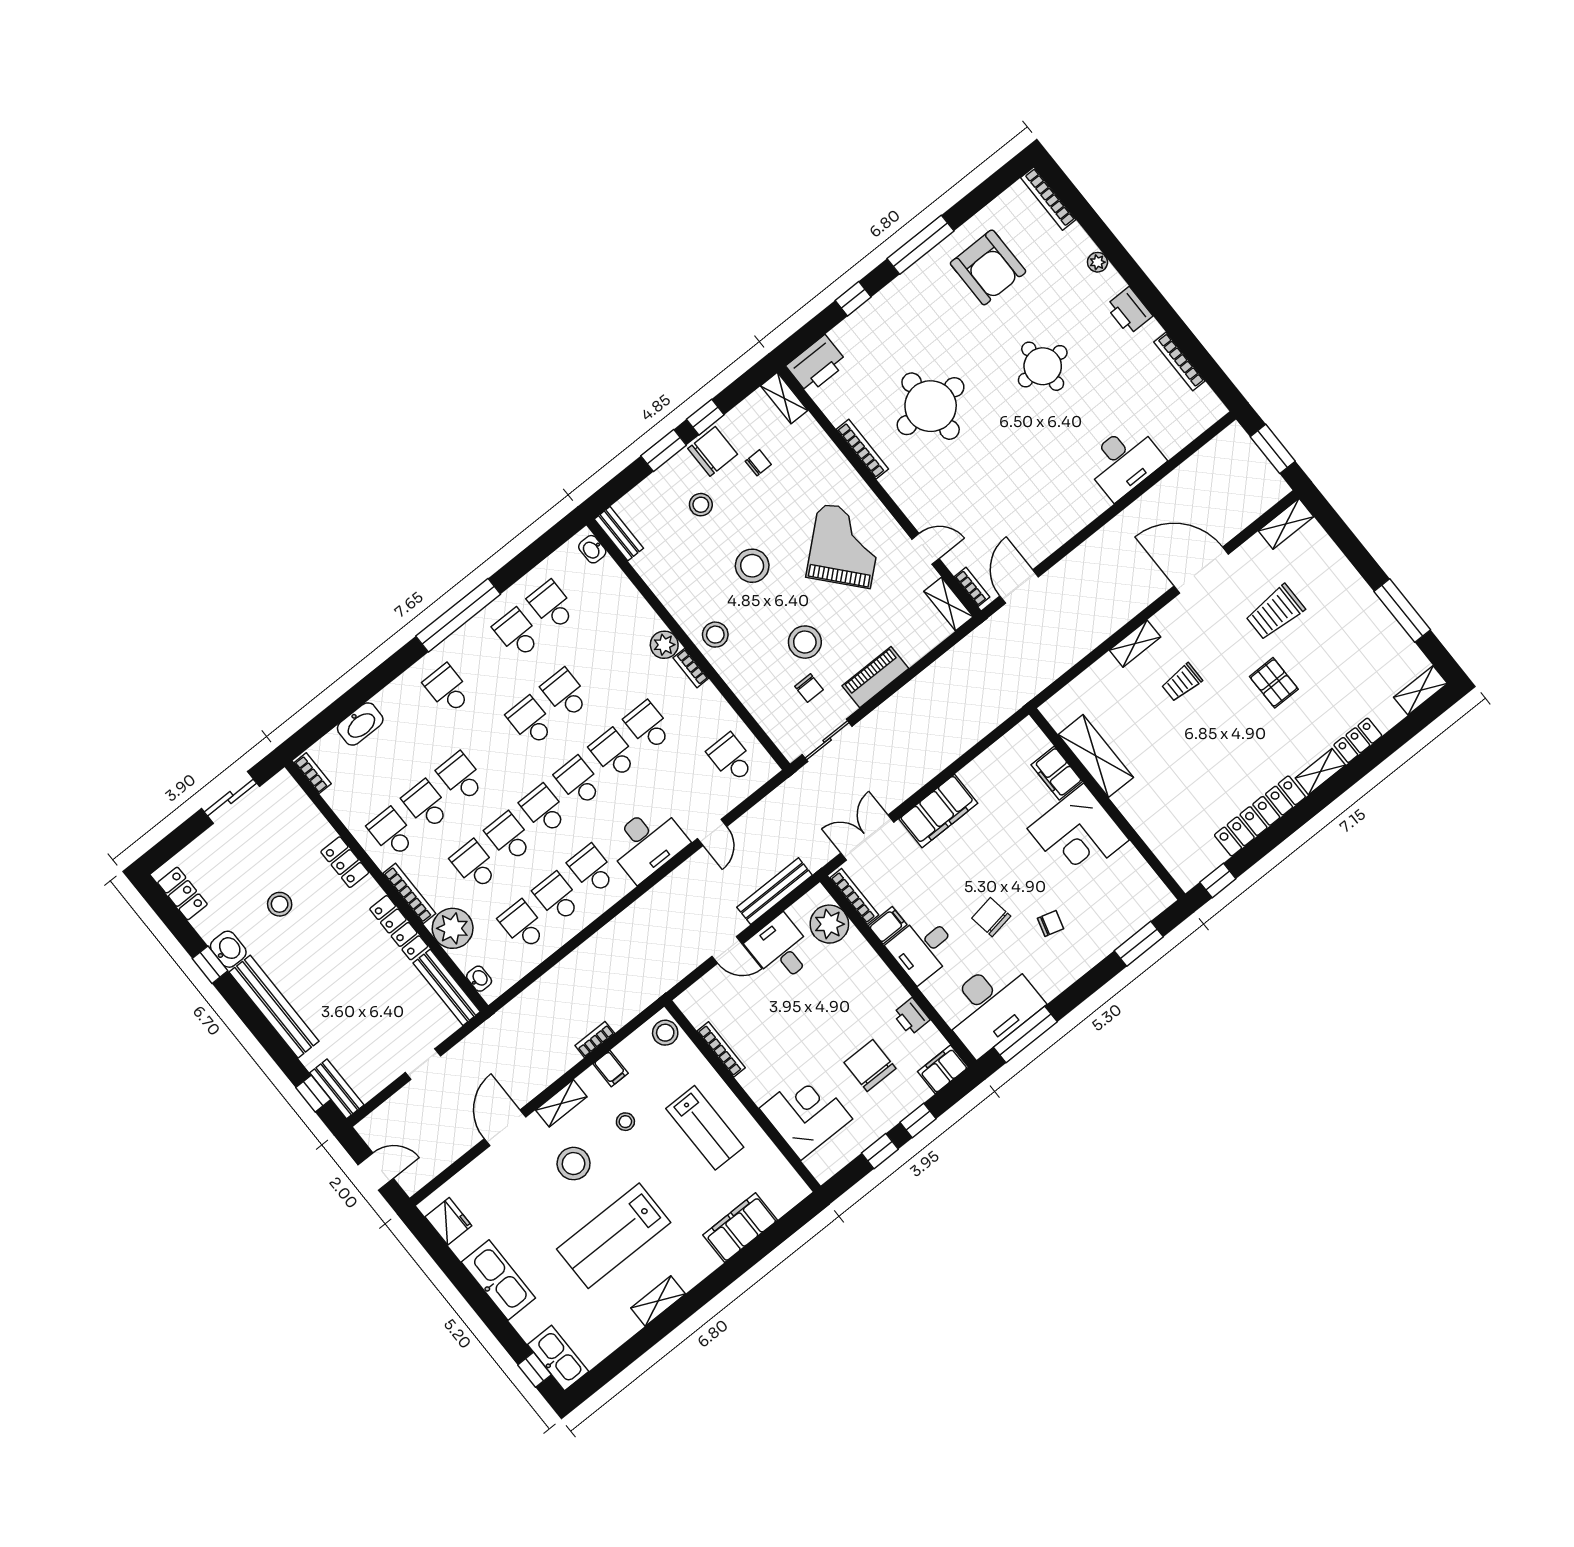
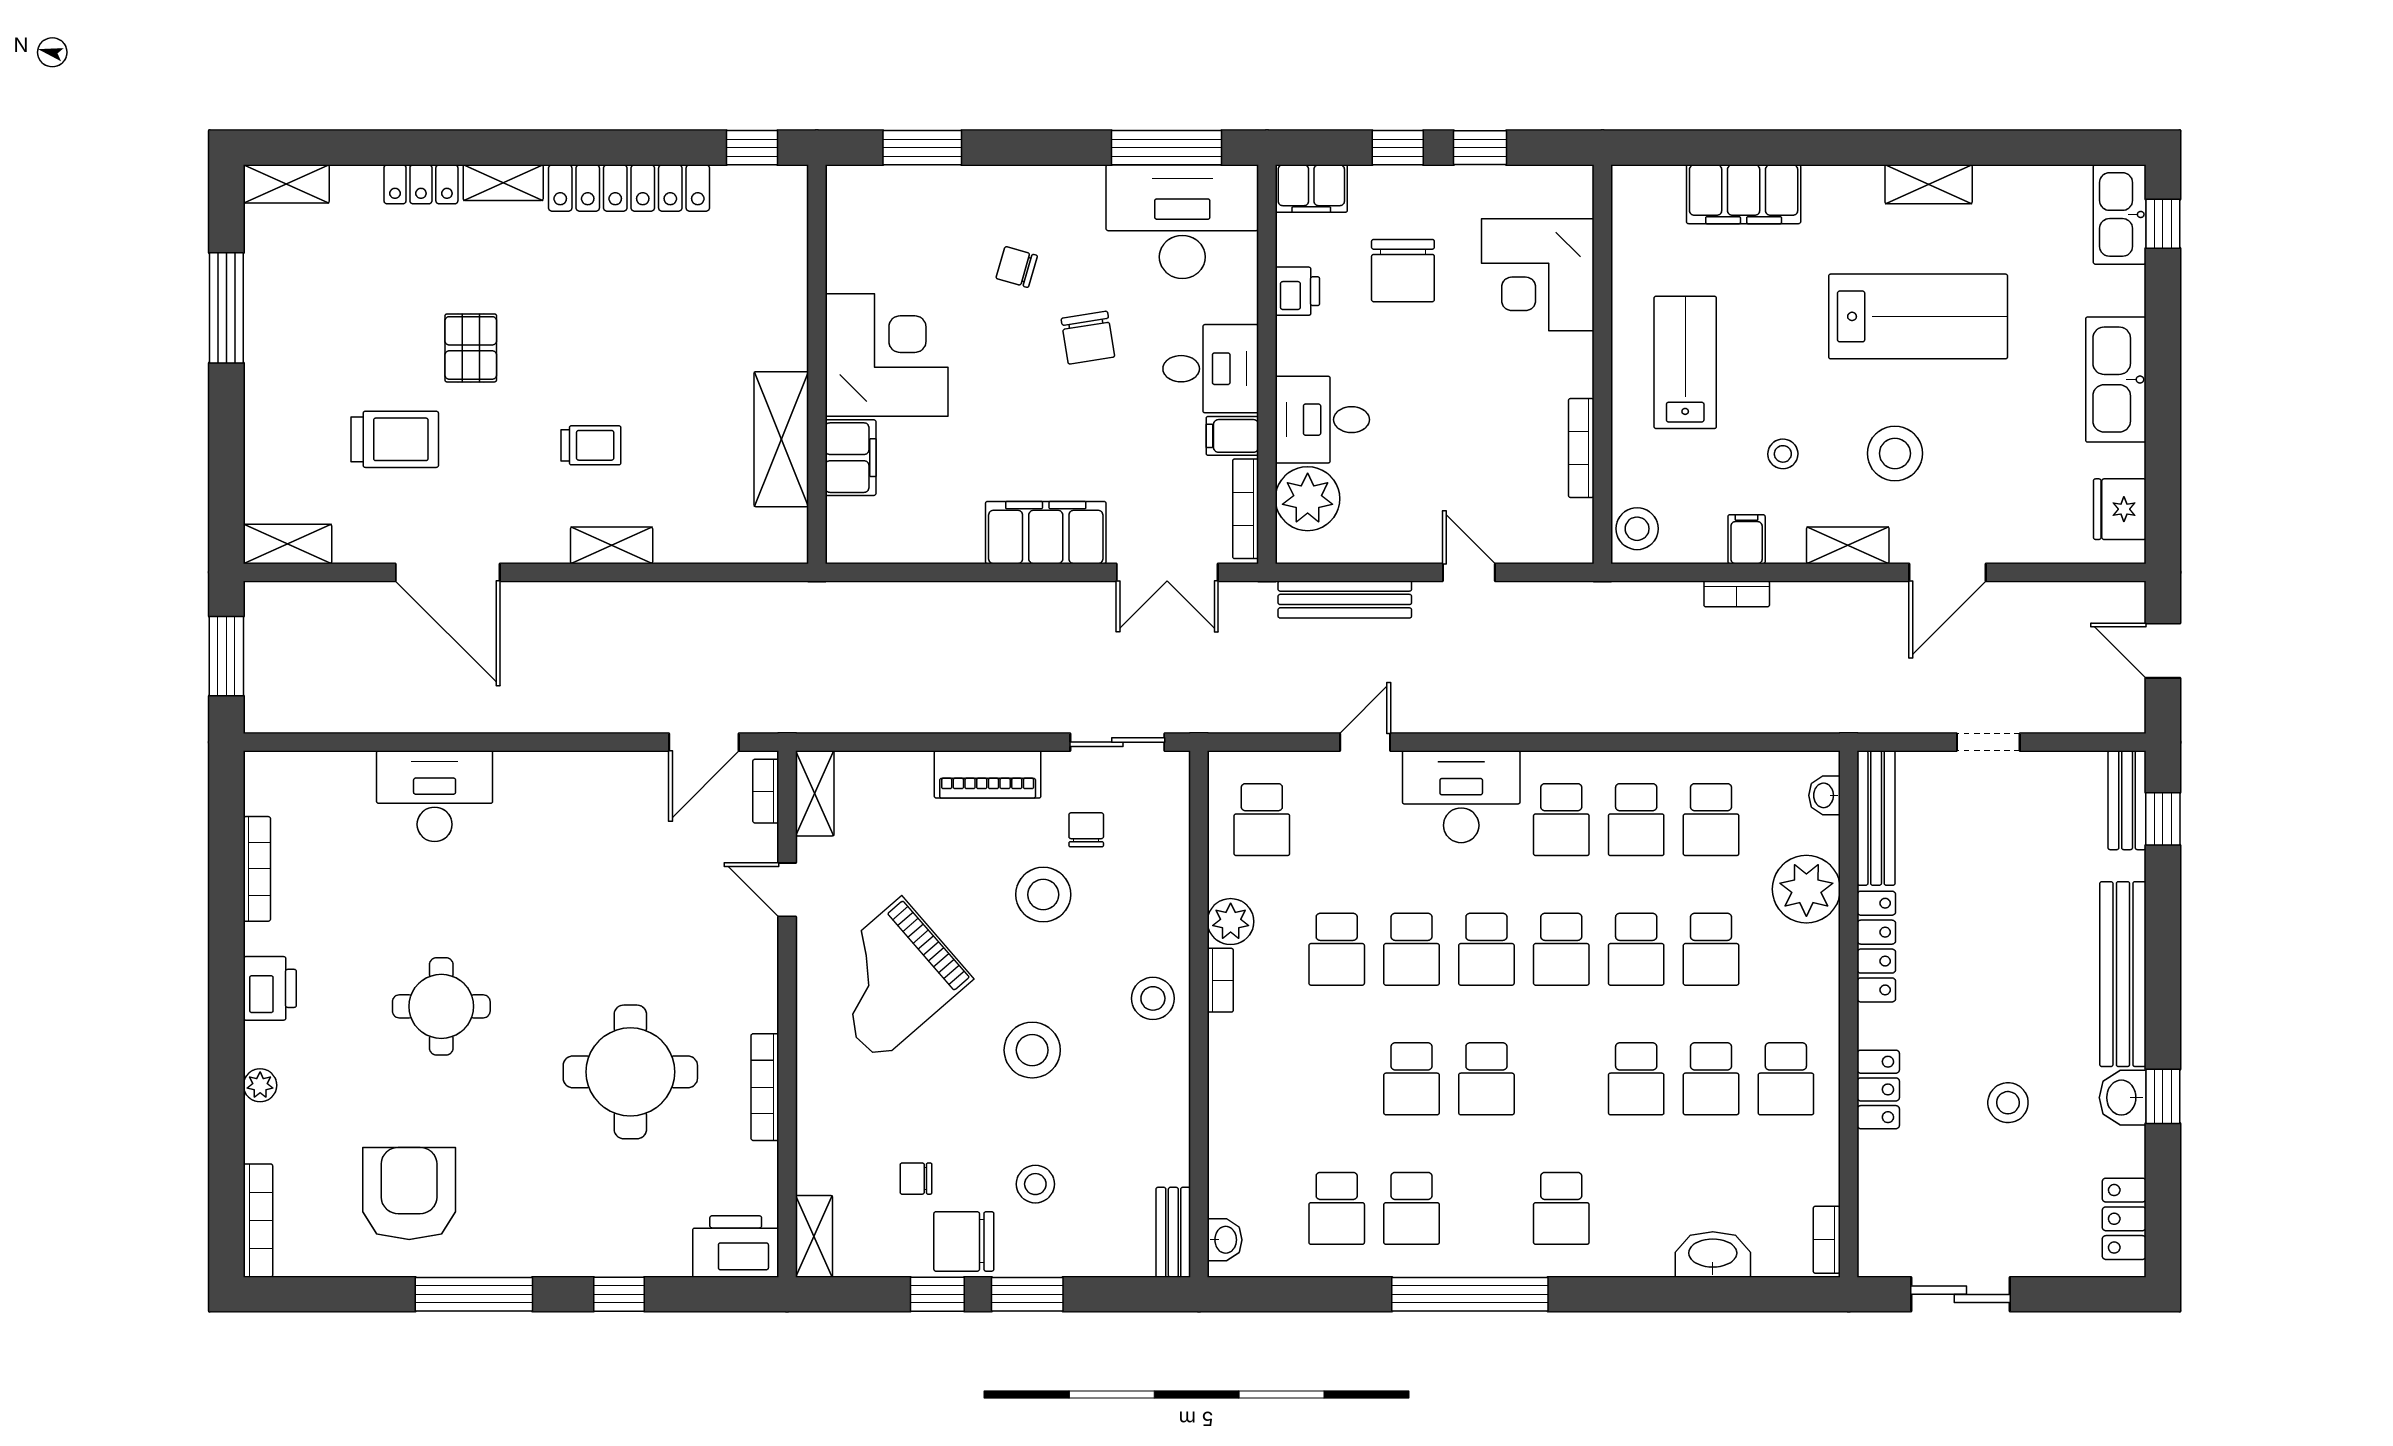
plant: (664, 645) -> (1231, 922), moved
bookcase: (409, 893) -> (1826, 980), removed
desk: (781, 949) -> (1322, 420), moved, turned 90

